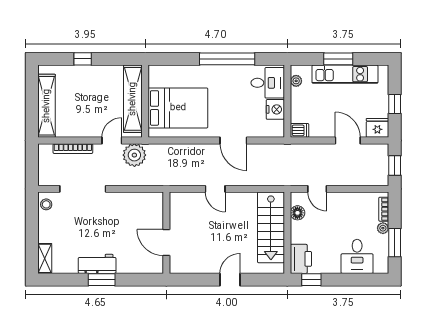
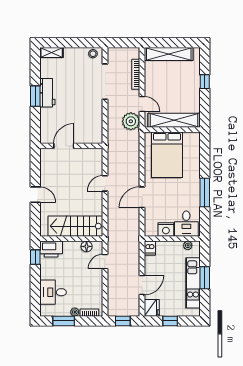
window: (227, 59) -> (205, 193), width x0.68

